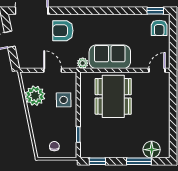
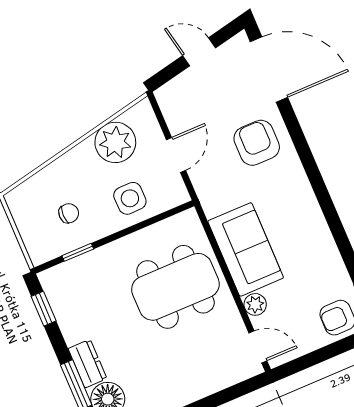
plant: (83, 63) -> (255, 304), moved
chair: (54, 146) -> (69, 213), moved
dresser: (131, 152) -> (87, 364), added

